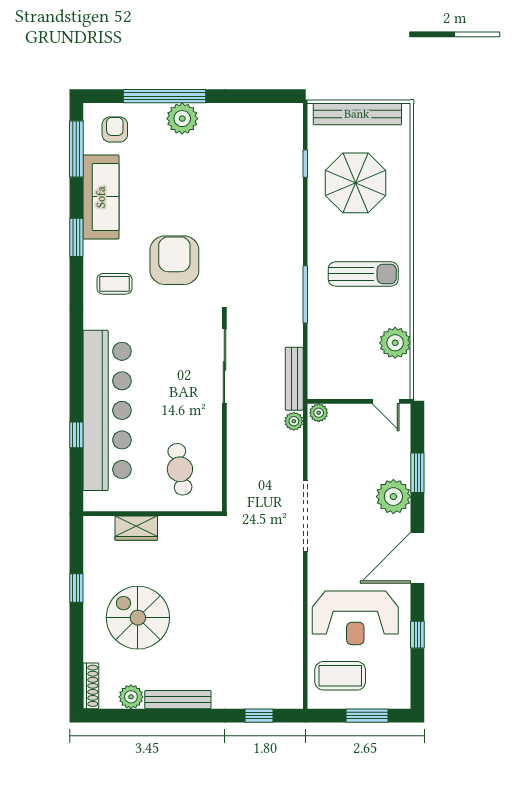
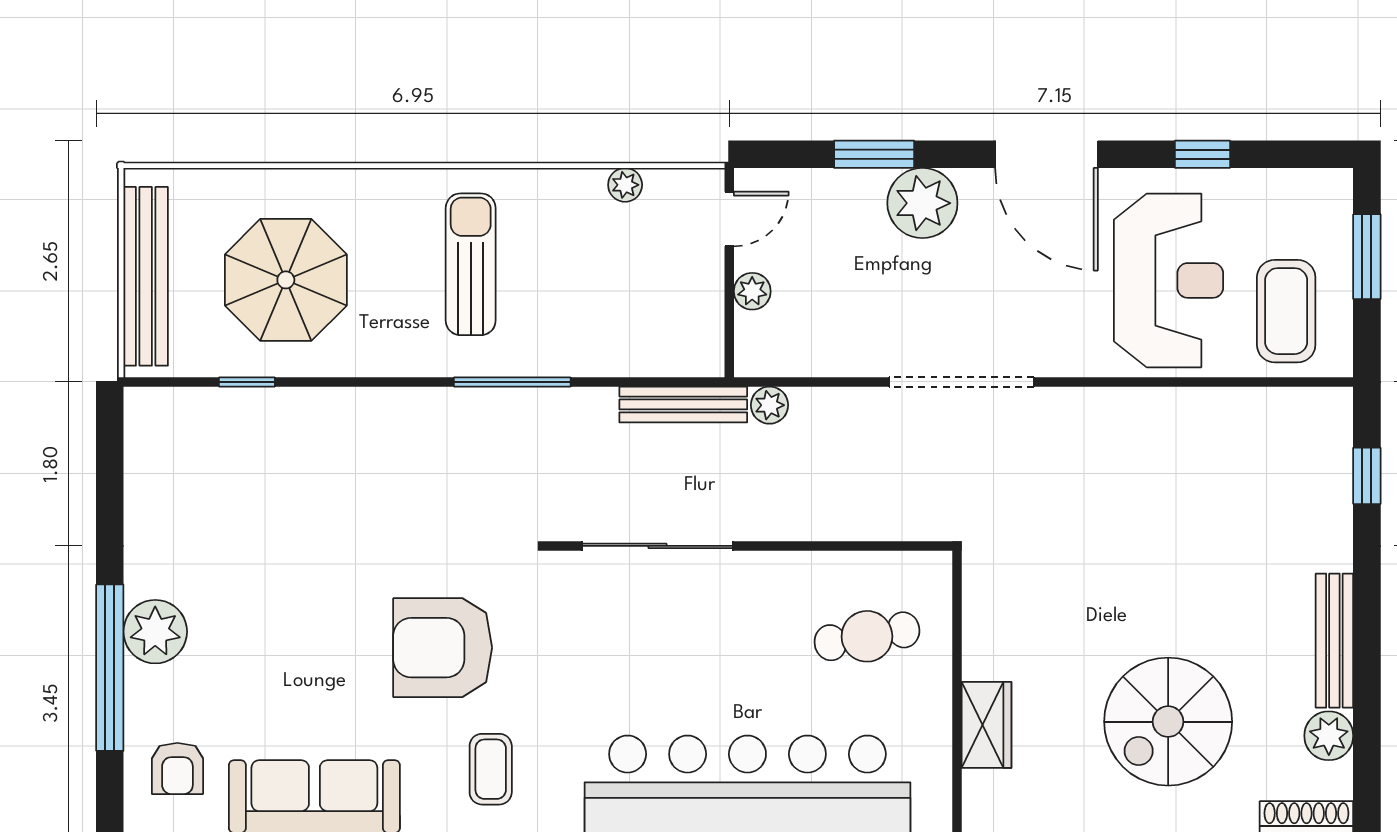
armchair: (115, 130) -> (177, 769), turned -90
plant: (395, 343) -> (625, 185), width x0.53, depth x0.53
plant: (319, 413) -> (752, 291), moved

